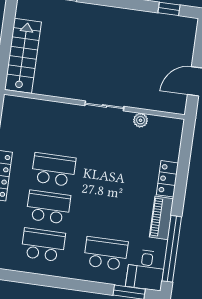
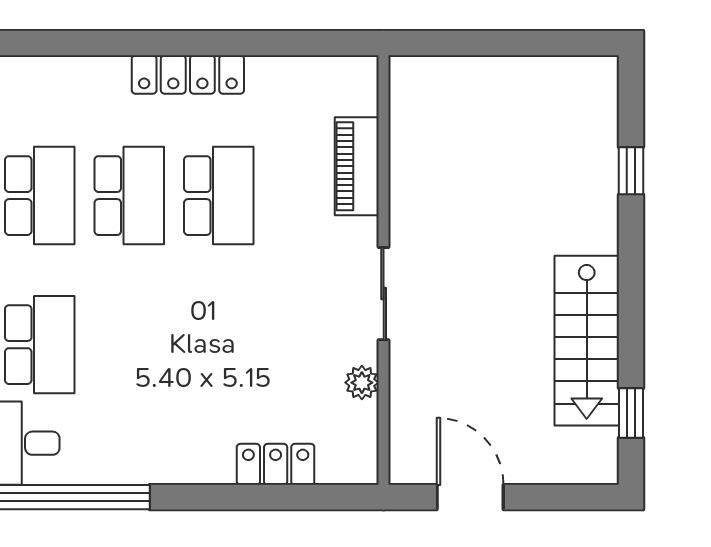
stairs: (23, 56) -> (587, 341), moved, turned 90
locker: (167, 179) -> (276, 464), moved
piano: (161, 218) -> (357, 166), moved, turned -90

